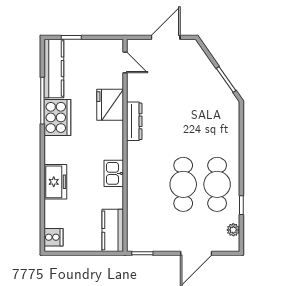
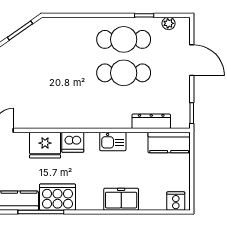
dresser: (134, 121) -> (151, 121), moved
dishwasher: (113, 133) -> (73, 142), added

